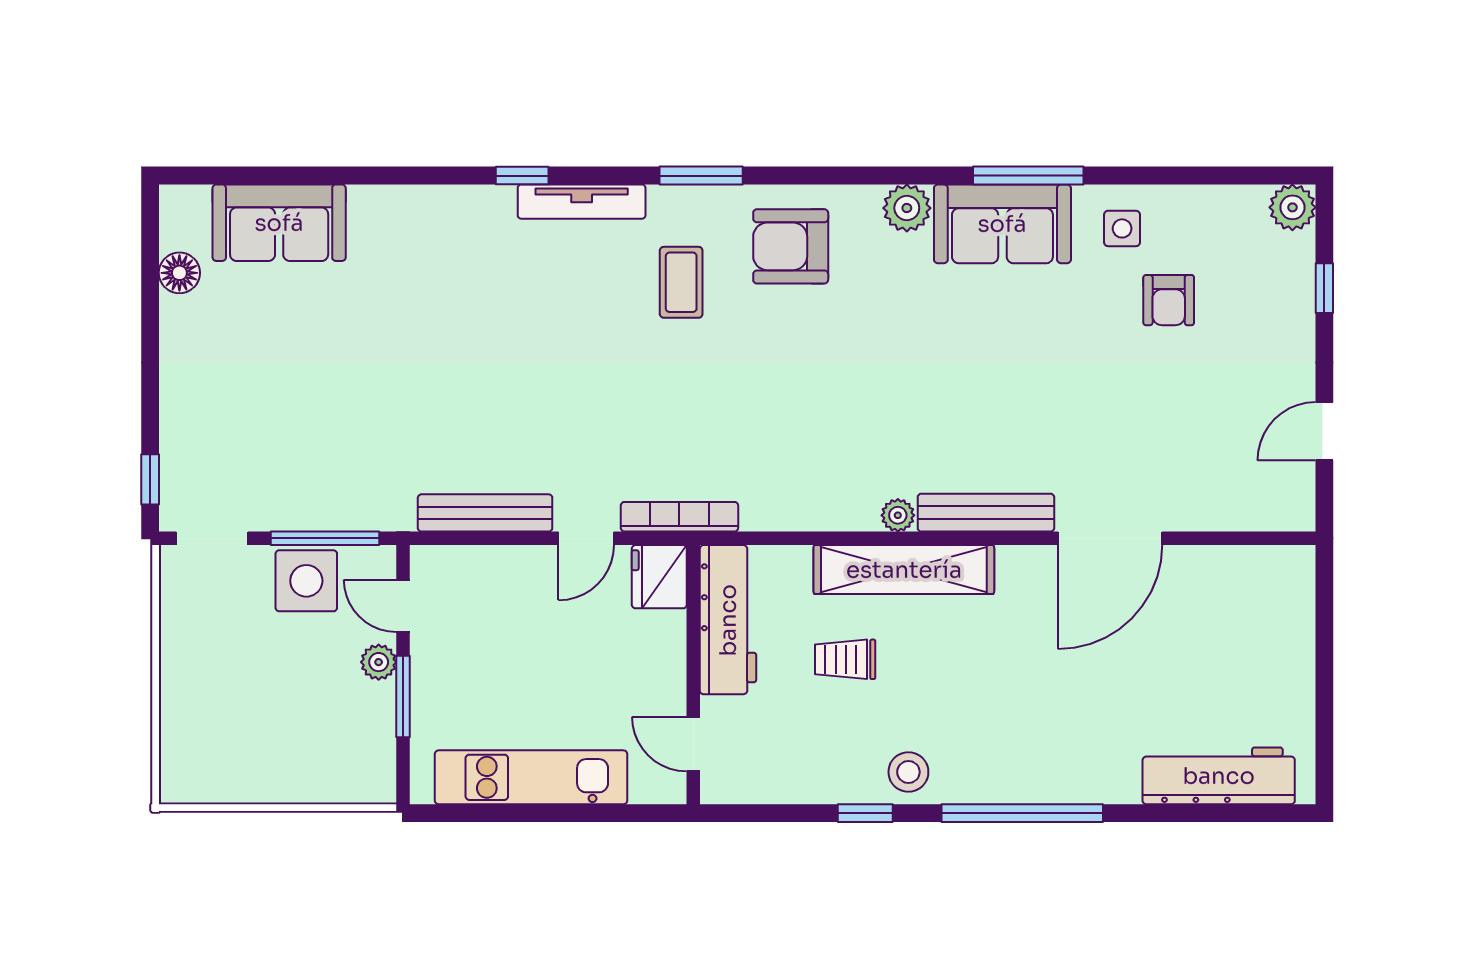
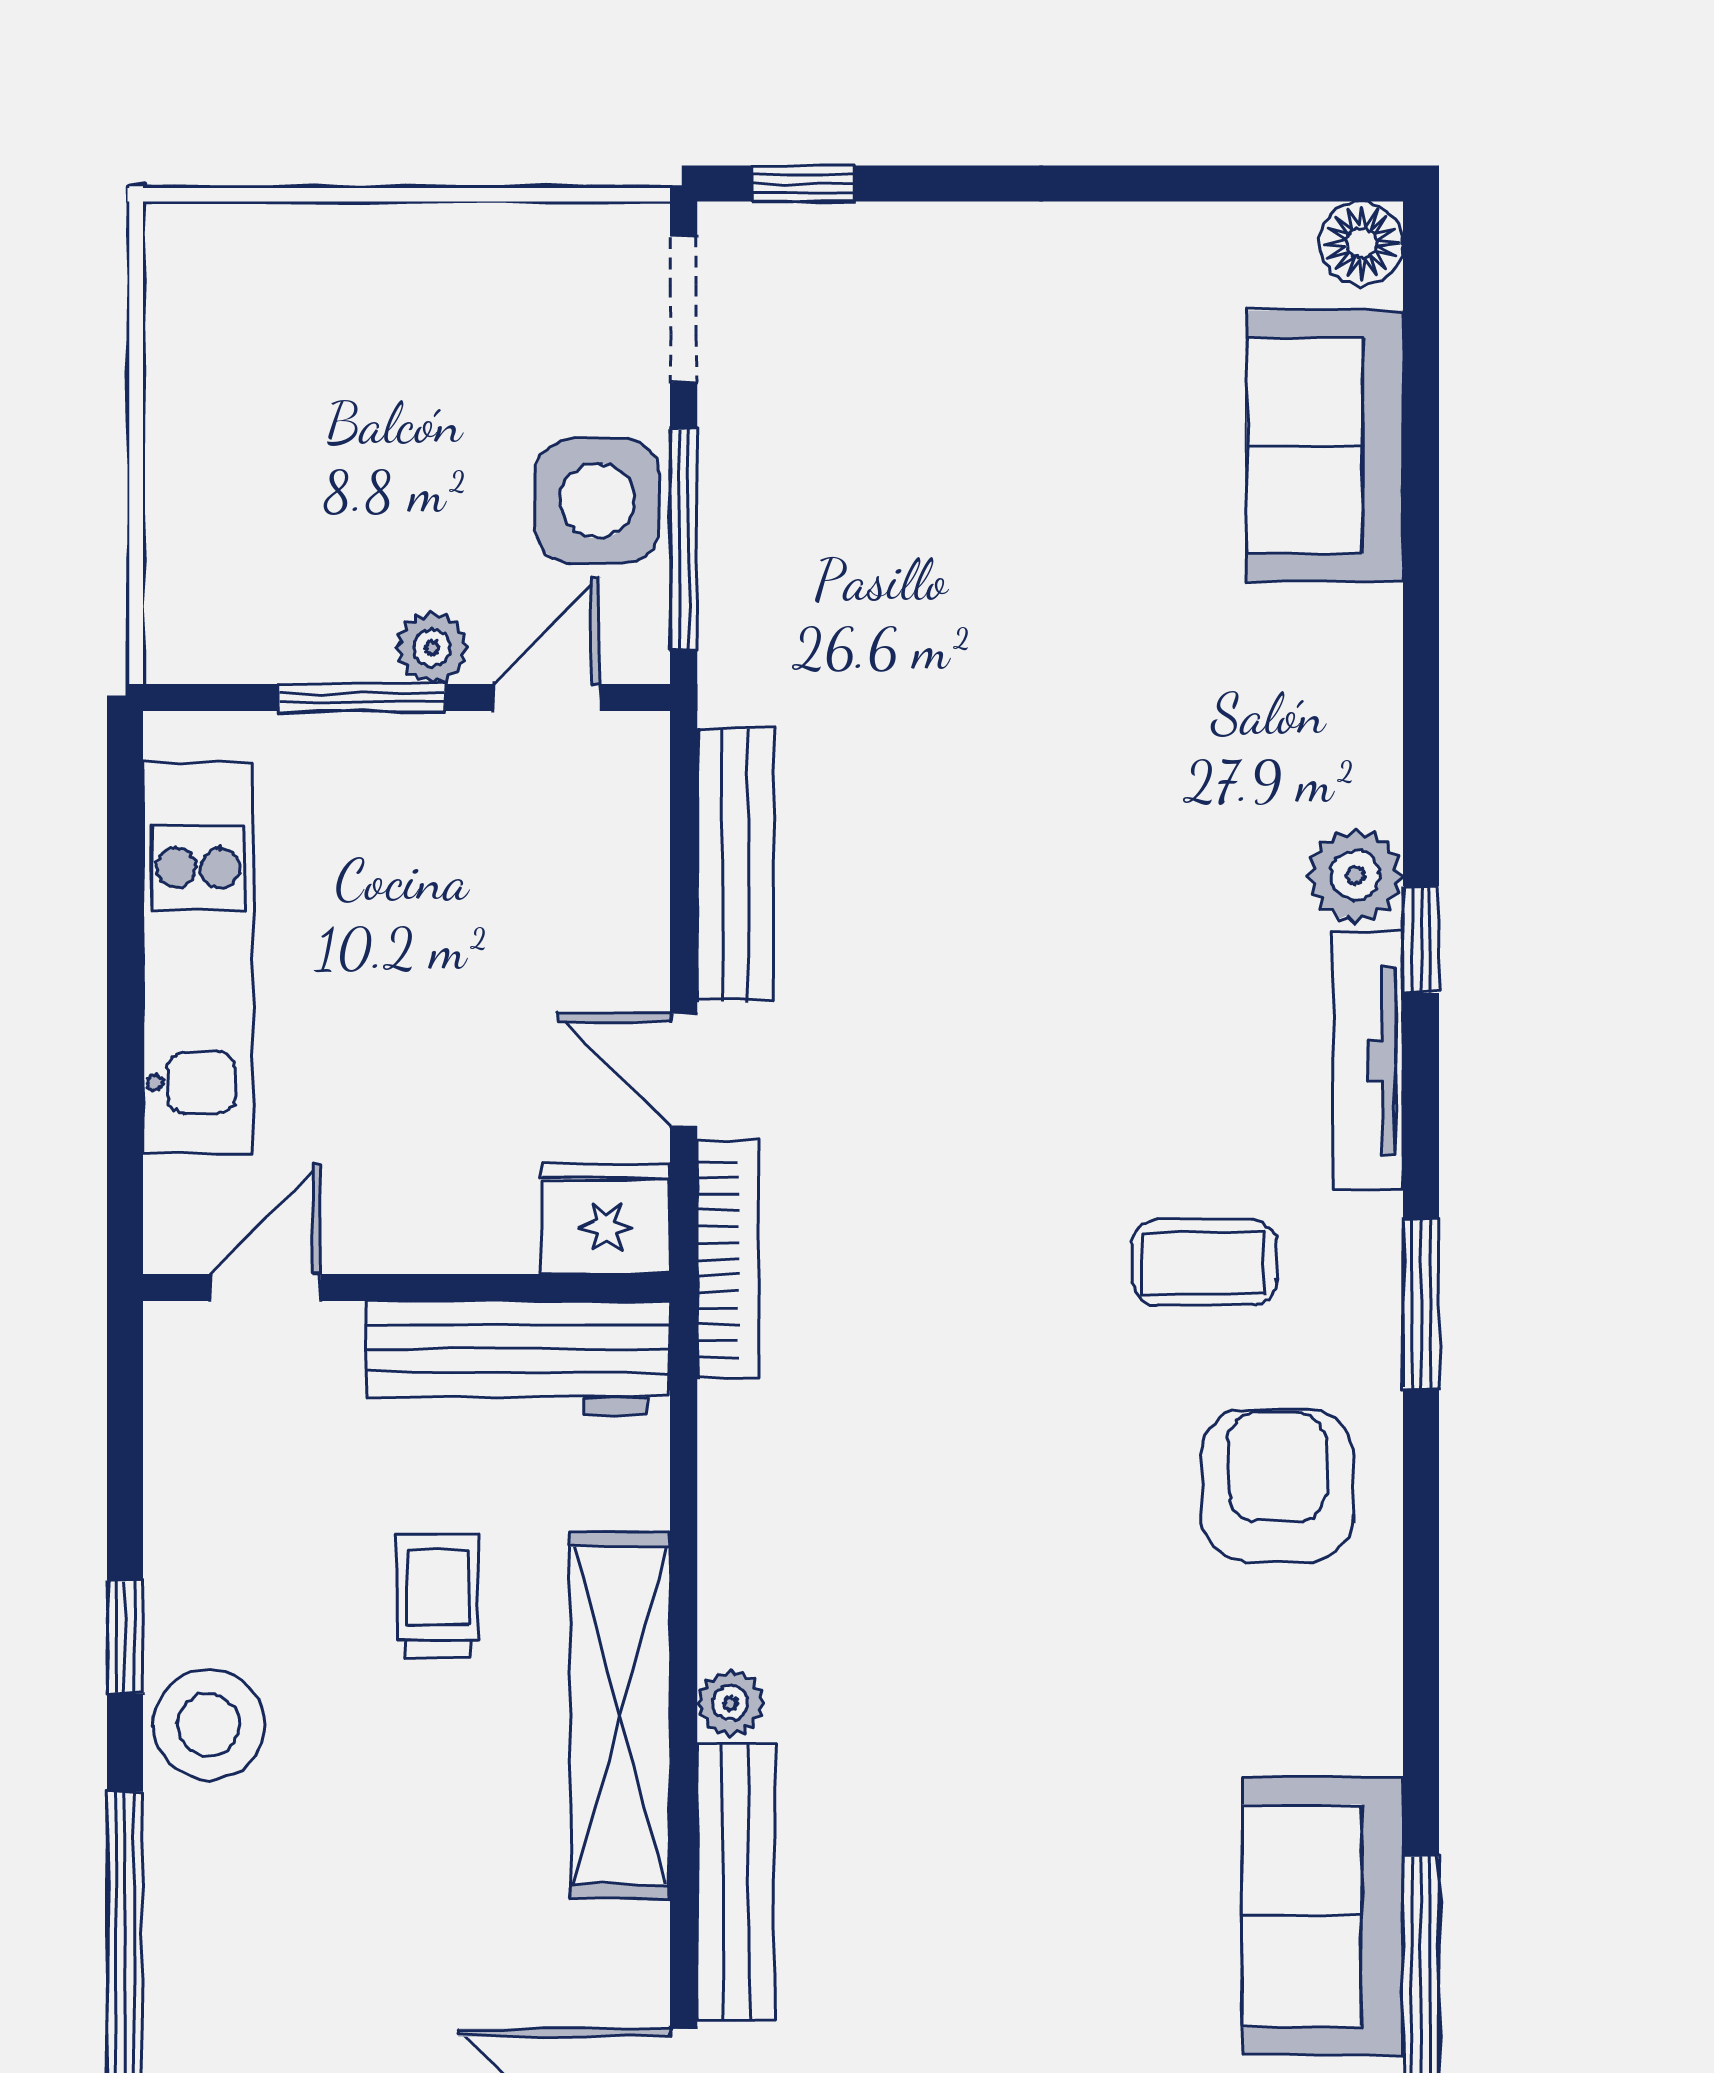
plant: (907, 208) -> (1355, 875), moved
floor lamp: (179, 273) -> (1362, 243), moved
stool: (908, 772) -> (209, 1725), width x1.38, depth x1.38

